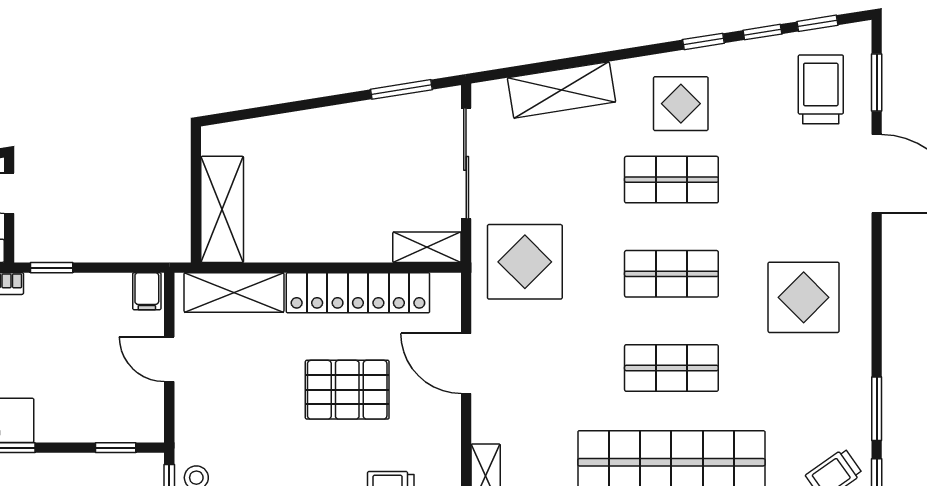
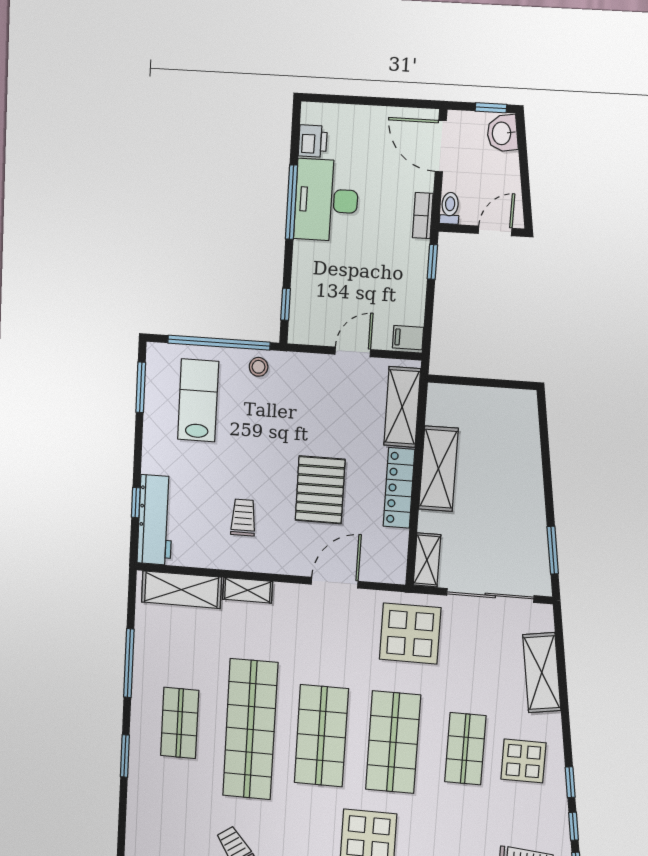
shelving: (222, 209) -> (438, 469), moved, turned 90
shop shelf: (671, 274) -> (393, 742), width x1.43, depth x1.36
locker: (358, 293) -> (399, 488), width x0.71, depth x0.83
shop shelf: (671, 368) -> (321, 736), width x1.43, depth x1.36

